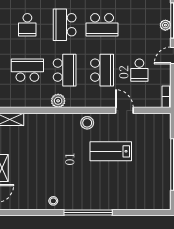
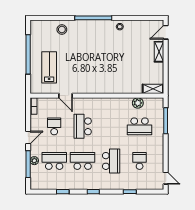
school desk: (65, 70) -> (54, 161), moved, turned 90
plant: (58, 101) -> (138, 103), moved
stool: (87, 123) -> (62, 29), moved
lab bench: (111, 151) -> (49, 67), moved, turned -90

